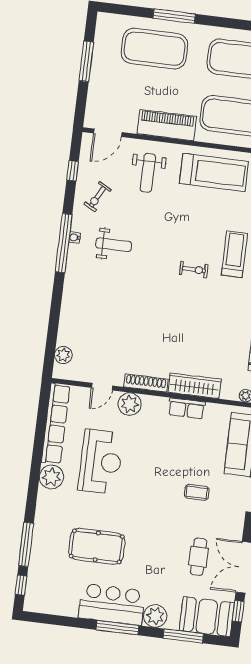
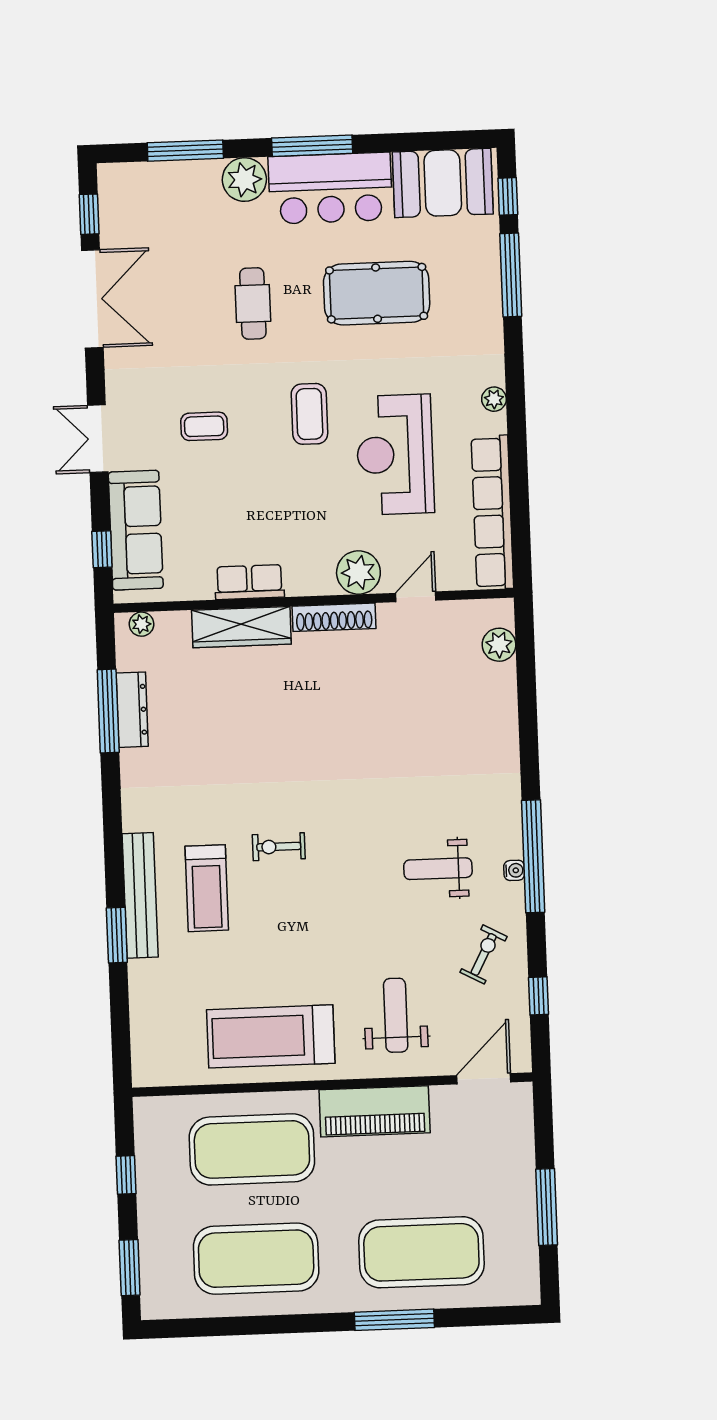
plant: (51, 477) -> (494, 399), width x0.53, depth x0.53
coffee table: (141, 490) -> (309, 414), added
cafe table: (199, 557) -> (253, 303), moved
booth: (207, 617) -> (443, 183), moved

